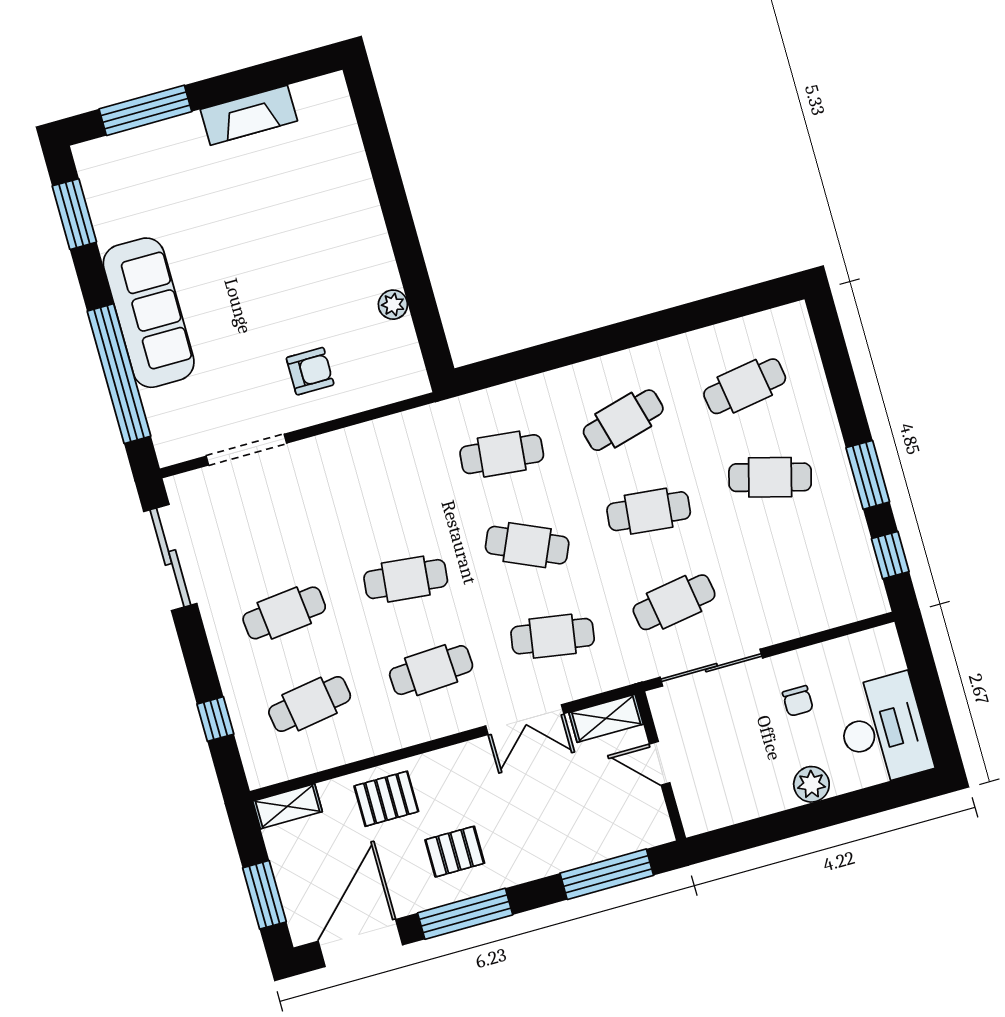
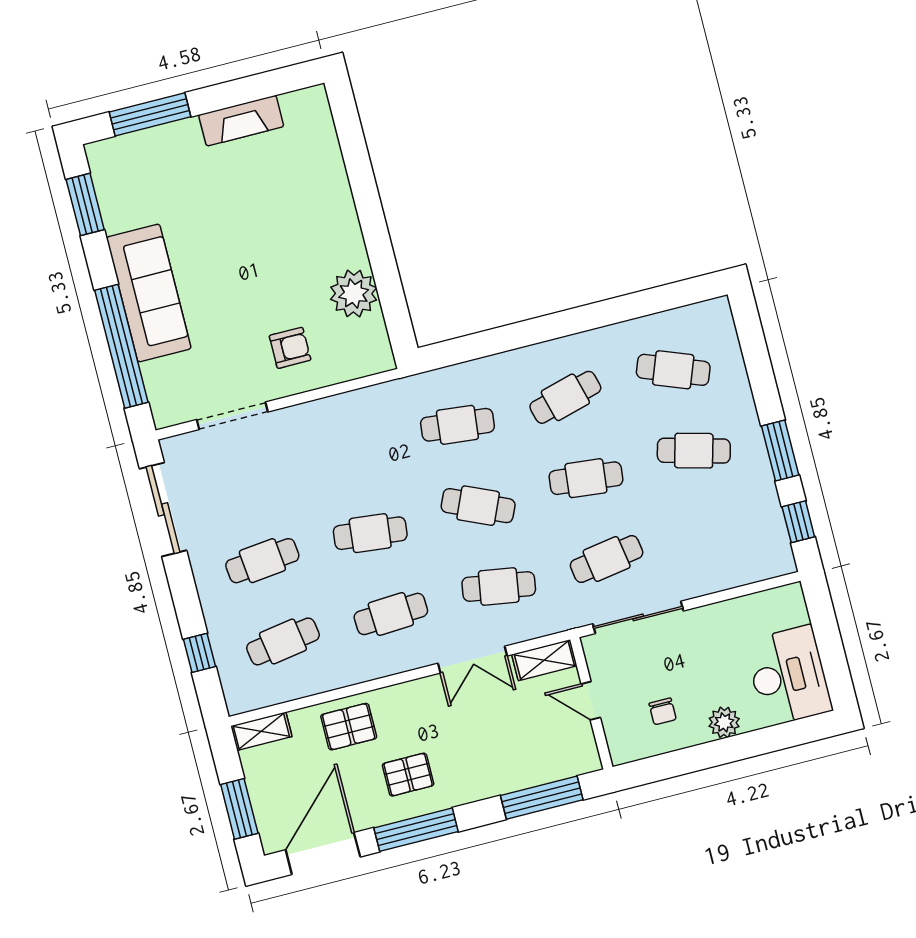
plant: (393, 305) -> (354, 294), width x1.88, depth x1.88
cafe table: (745, 386) -> (673, 370), turned 30
chair: (798, 701) -> (663, 711), moved

